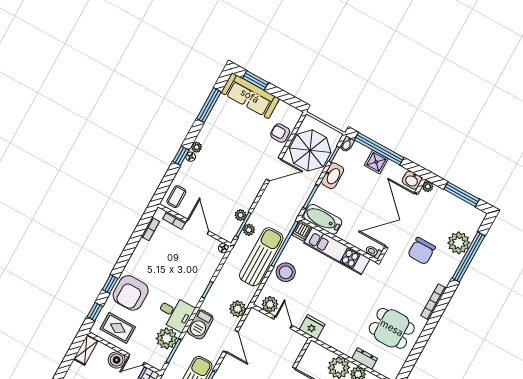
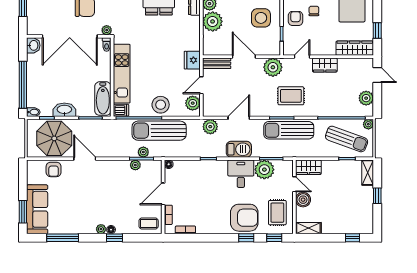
shower: (376, 162) -> (35, 81), removed
plant: (428, 187) -> (107, 30), moved
bench: (296, 349) -> (217, 63), added

